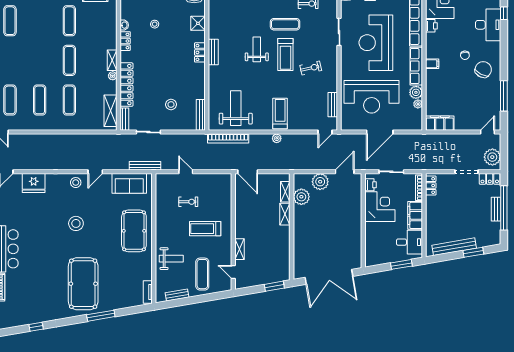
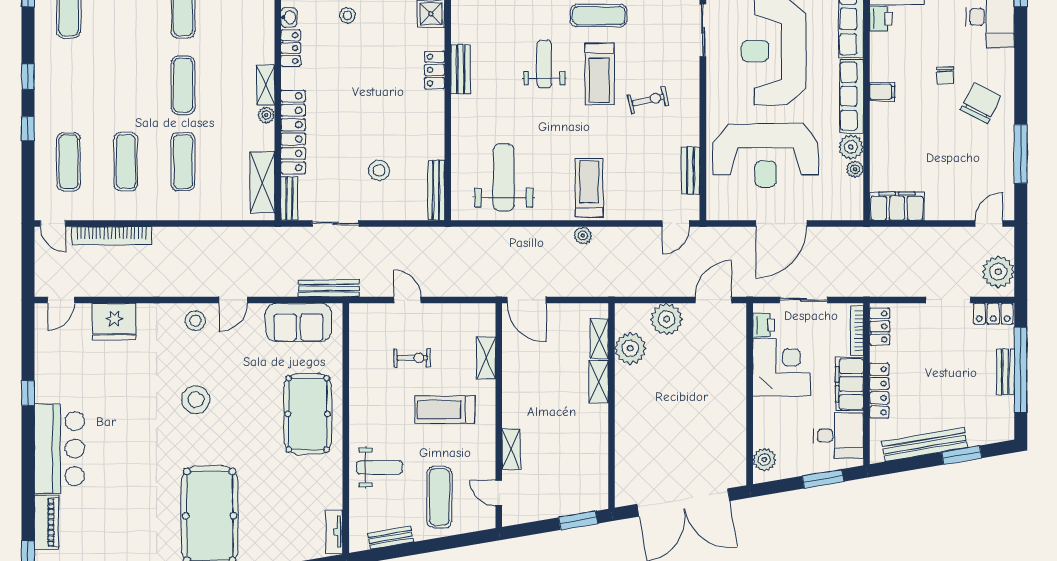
bookcase: (228, 138) -> (112, 236), moved
shelving: (227, 202) -> (486, 358), added
locker: (431, 219) -> (879, 391), added
plant: (371, 255) -> (764, 460), added

